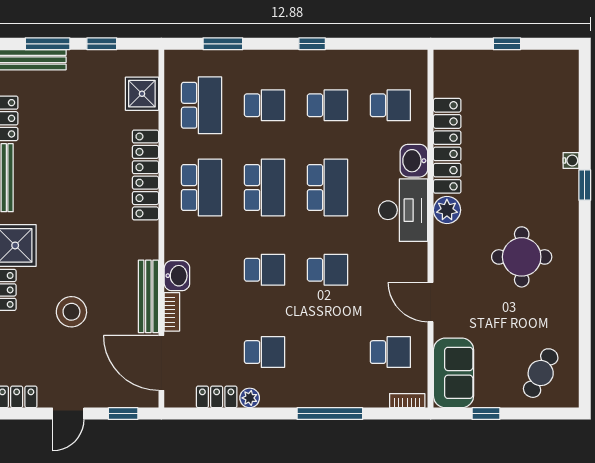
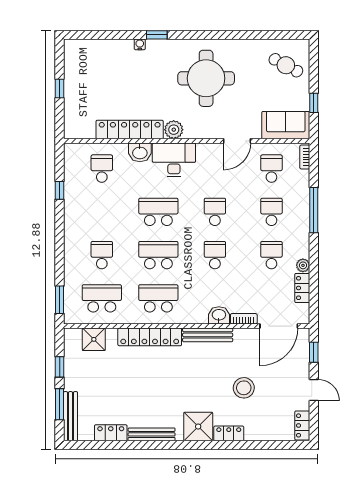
window: (223, 44) -> (60, 300), moved
window: (312, 44) -> (60, 190), moved
school desk: (327, 105) -> (271, 212), moved
round table: (522, 257) -> (206, 78), width x1.36, depth x1.36
bench: (148, 296) -> (208, 335), moved

